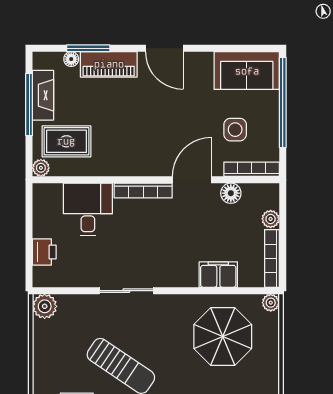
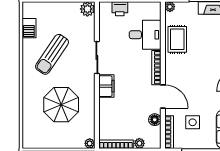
rug: (66, 141) -> (177, 39), moved
filing cabinet: (218, 275) -> (106, 86), moved
parasol: (223, 337) -> (61, 105), moved

